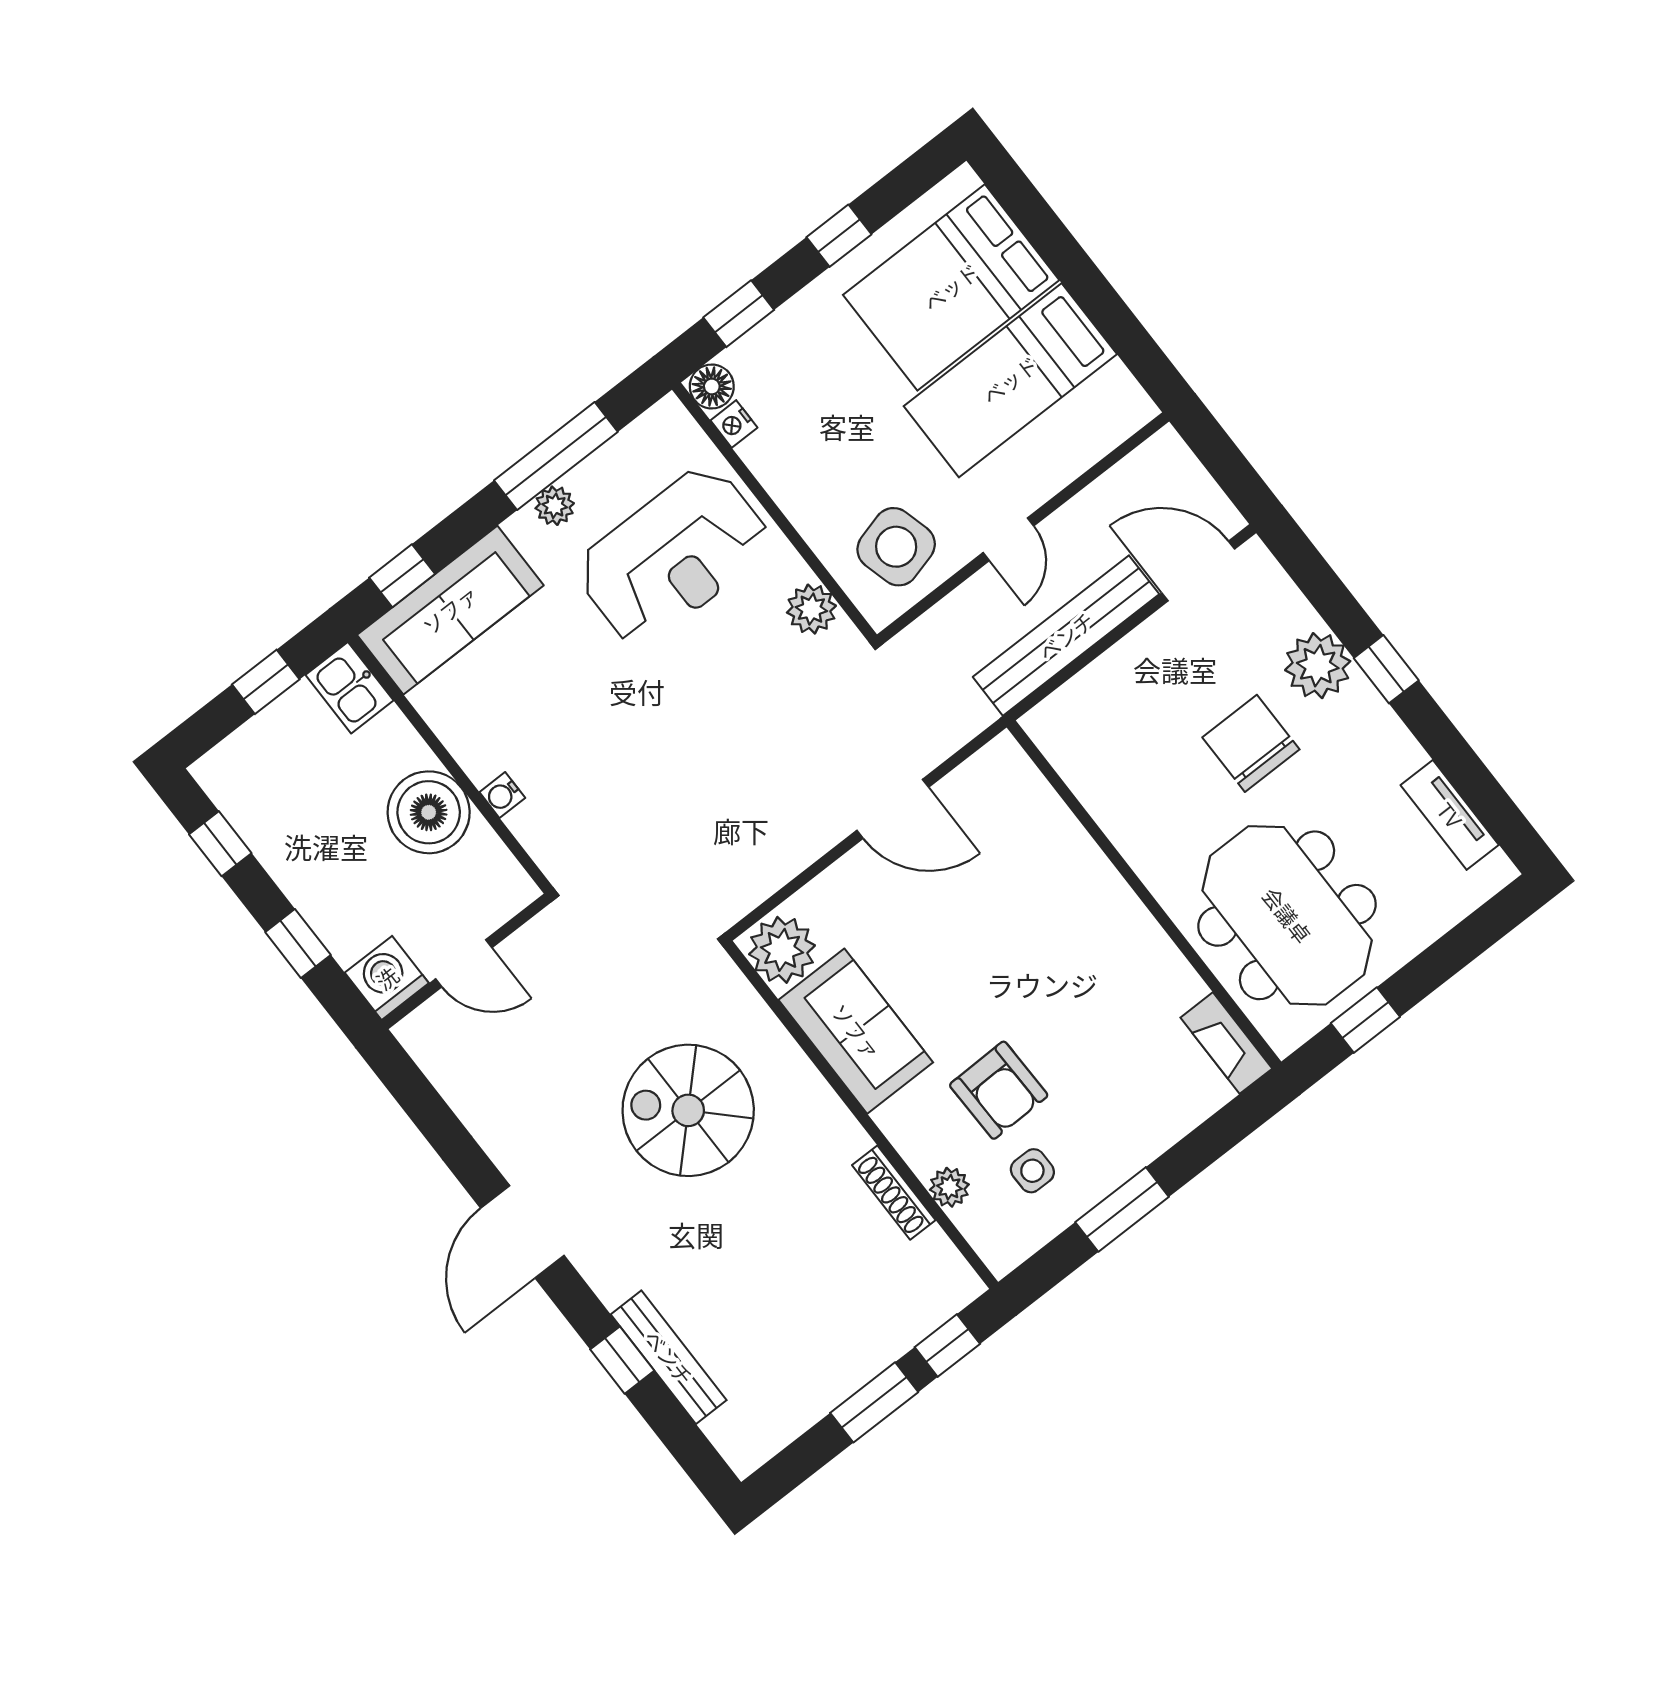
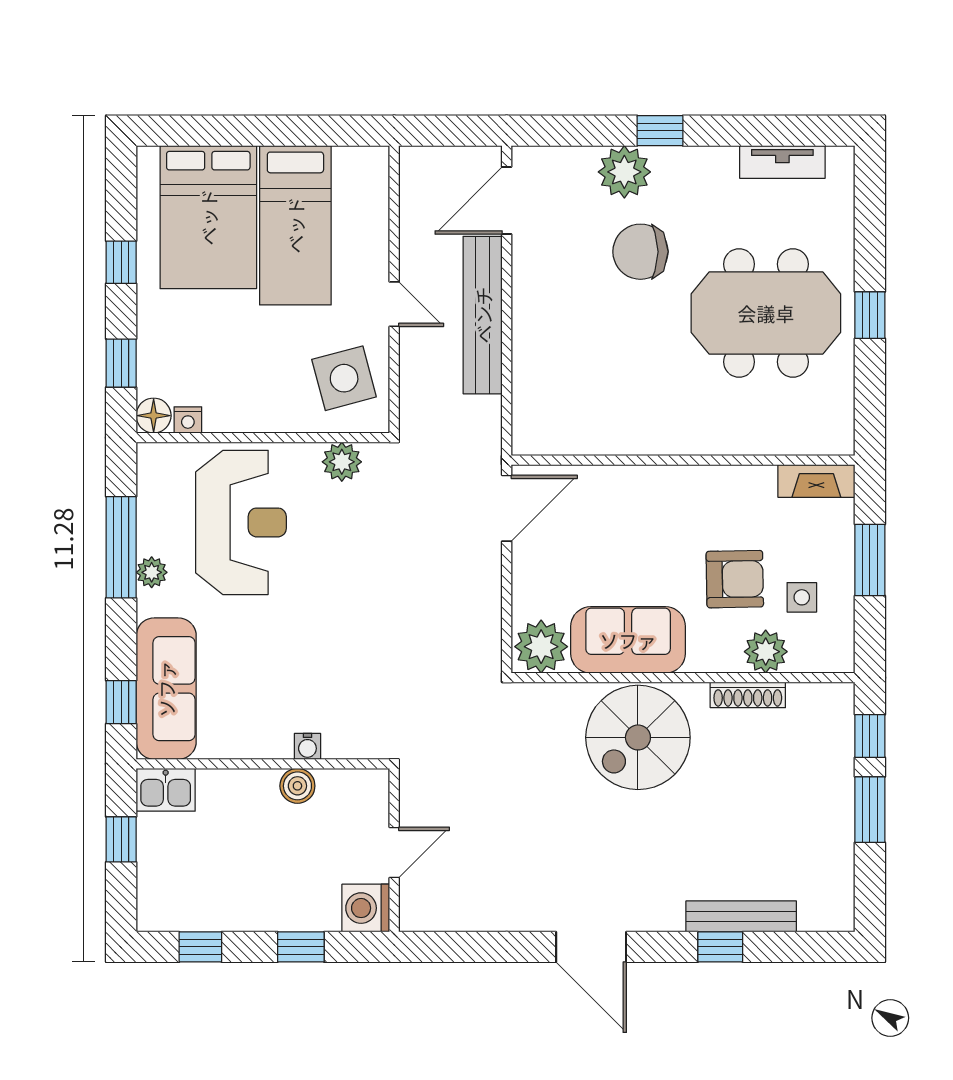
boiler: (429, 812) -> (297, 786), width x0.54, depth x0.54
wall: (1144, 894) -> (683, 460), moved
fireplace: (1226, 1043) -> (816, 481), moved
spiral stairs: (688, 1110) -> (638, 737), moved
plant: (949, 1187) -> (766, 652), width x1.38, depth x1.38

